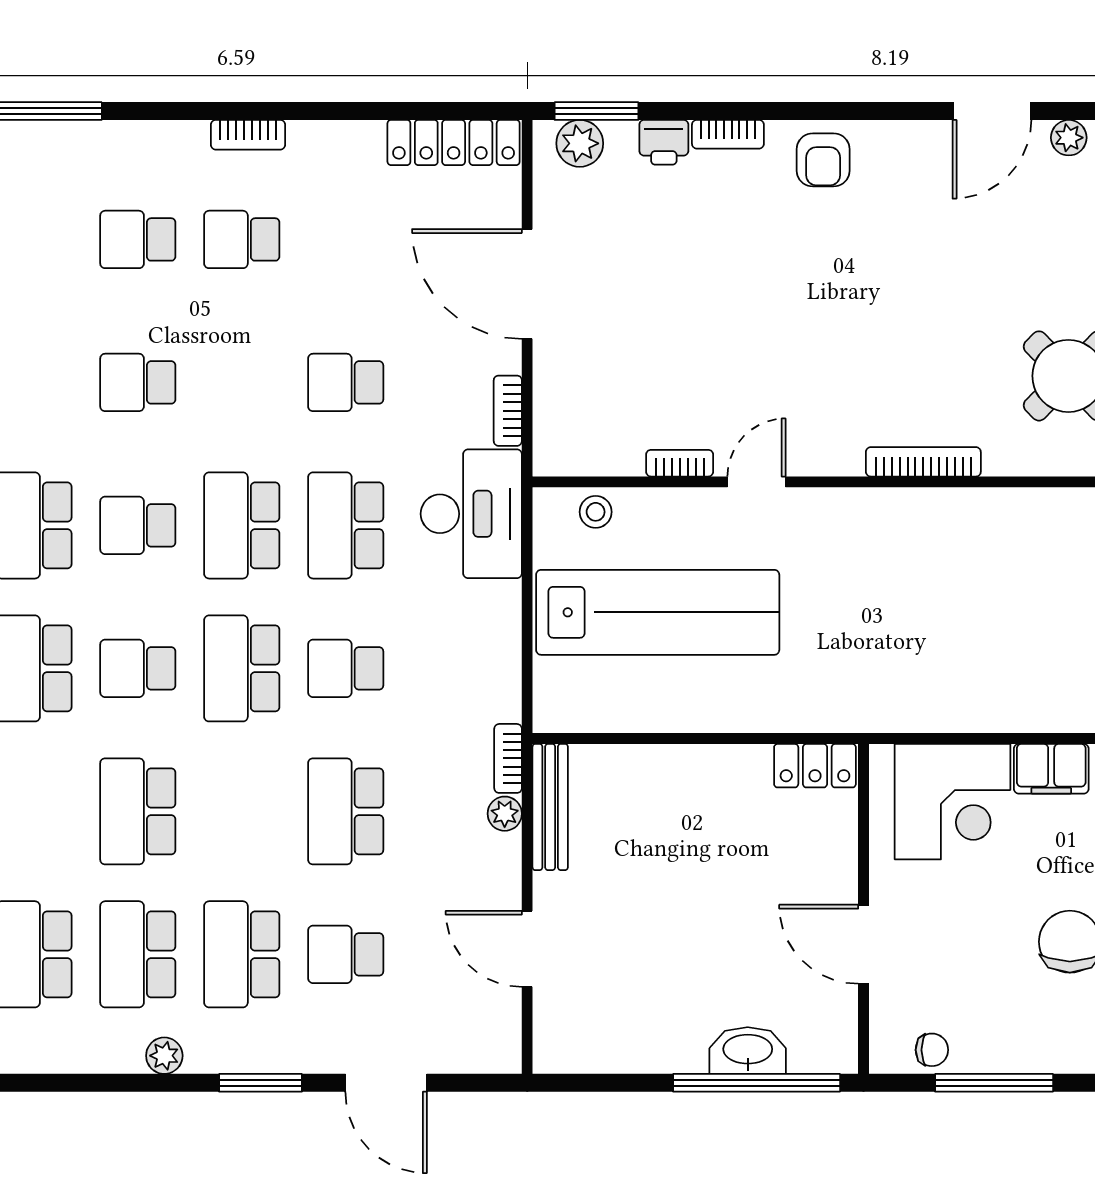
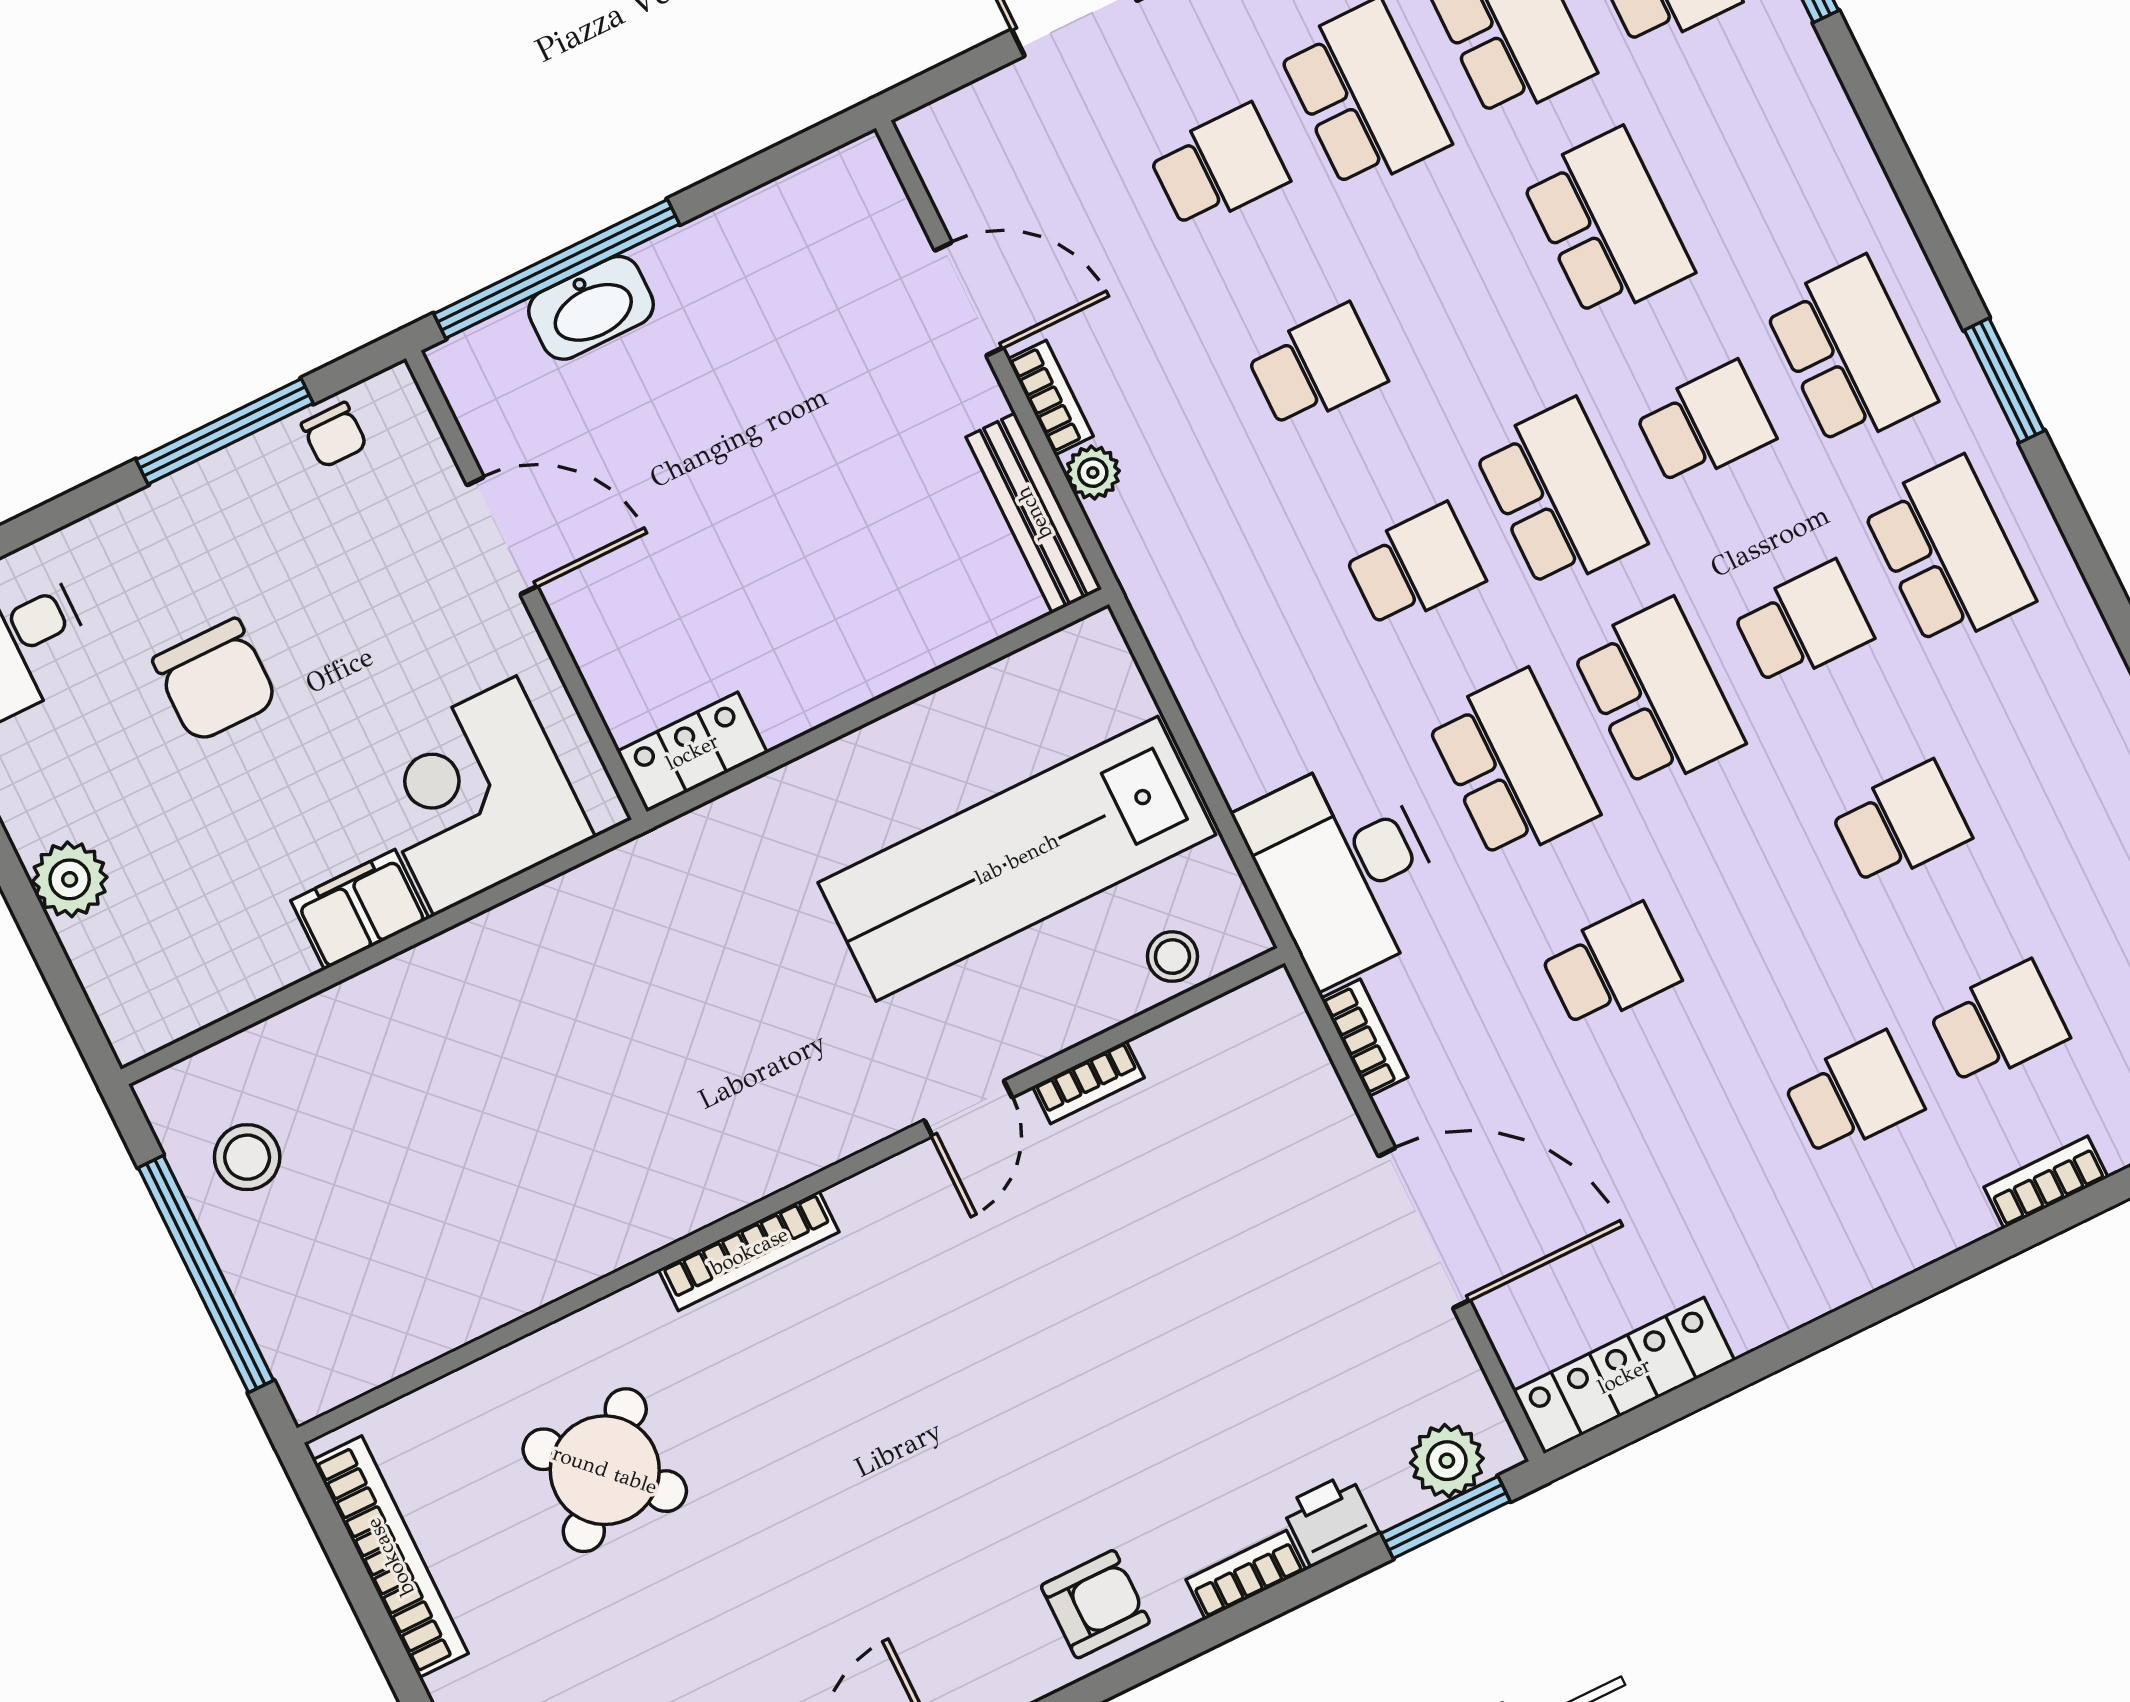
bookcase: (248, 135) -> (2046, 1182), moved
armchair: (823, 160) -> (1095, 1604), turned 90
bookcase: (508, 758) -> (1050, 398), moved
school desk: (346, 811) -> (1317, 367), width x0.54
chair: (932, 1050) -> (334, 435), turned -90

